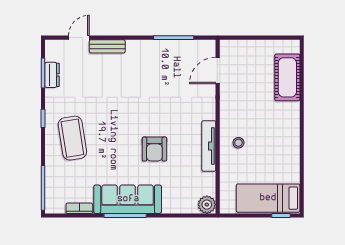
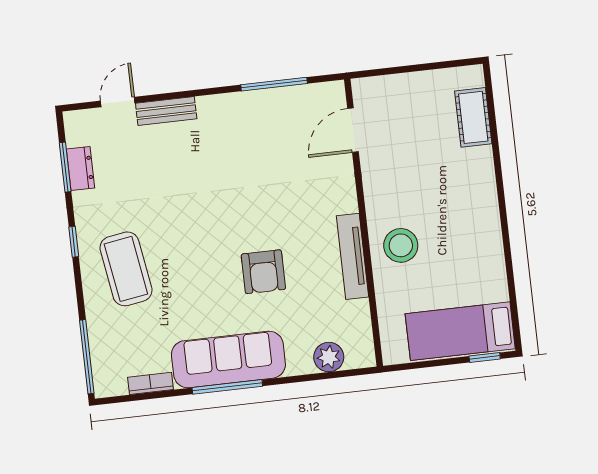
cot: (287, 77) -> (473, 117), width x0.73, depth x0.75
stool: (238, 143) -> (401, 245), width x1.89, depth x1.89
plant: (207, 205) -> (329, 357), moved

